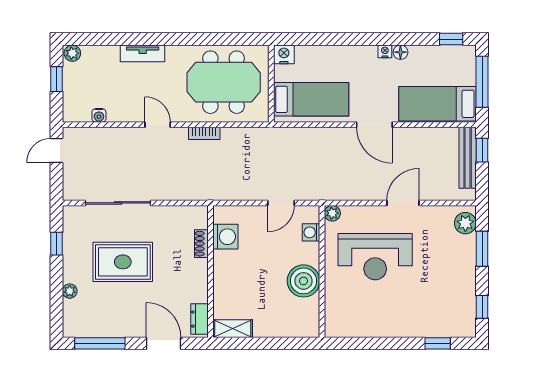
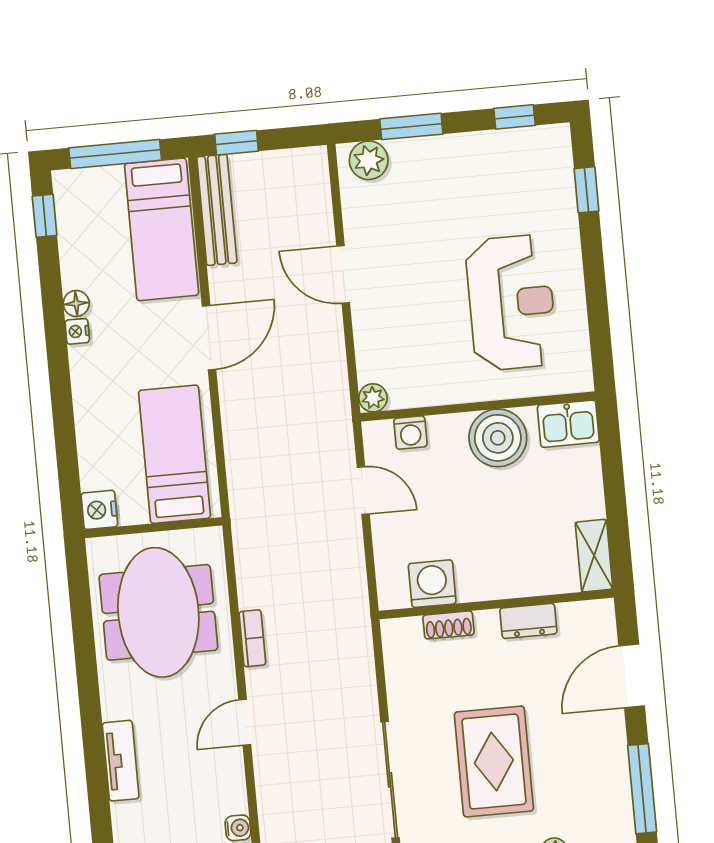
bench: (468, 158) -> (217, 210), moved, turned 90
reception desk: (375, 257) -> (511, 303), moved
dresser: (200, 319) -> (528, 621), moved
kitchen sink: (308, 321) -> (568, 424), added

